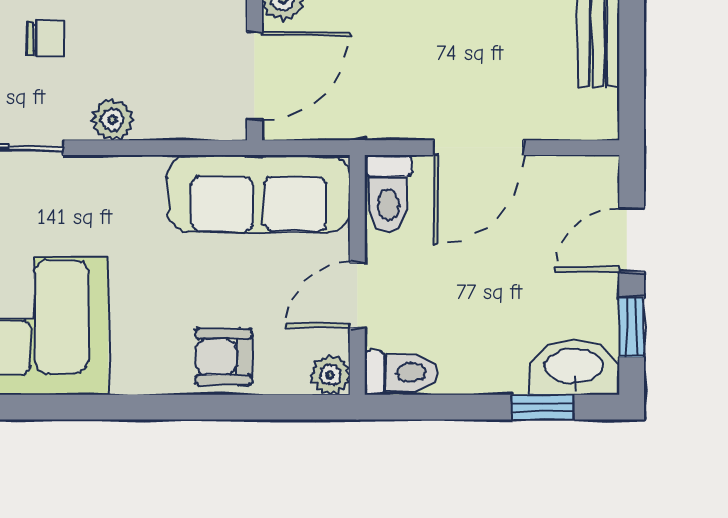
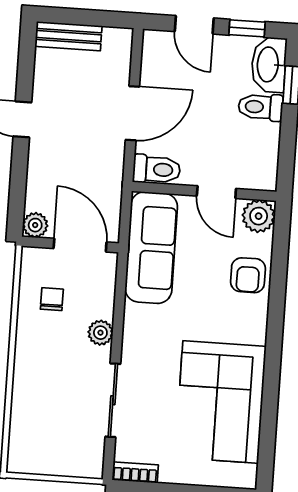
chair: (45, 39) -> (52, 299), moved
door: (478, 148) -> (132, 113), hinge flipped
toilet: (401, 373) -> (260, 107), moved, turned -90
plant: (330, 375) -> (259, 216), width x1.38, depth x1.38

